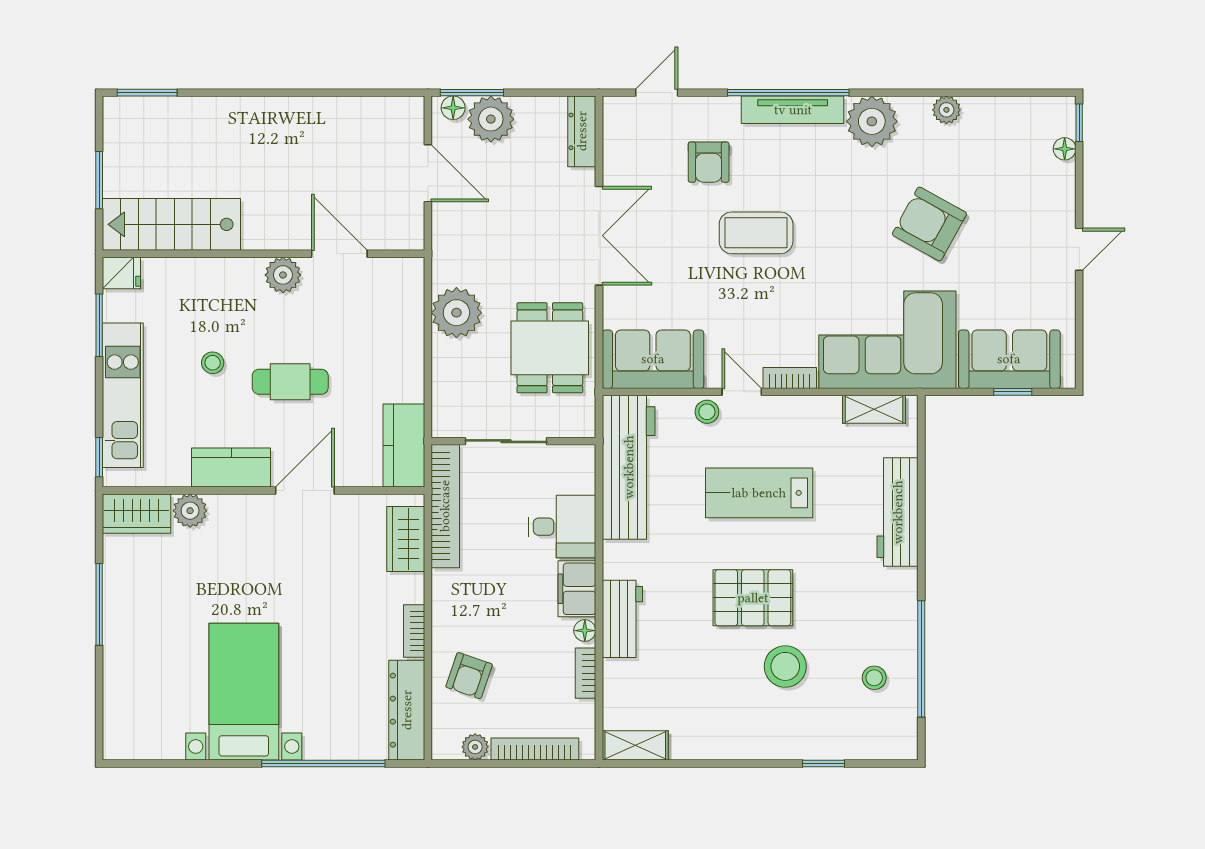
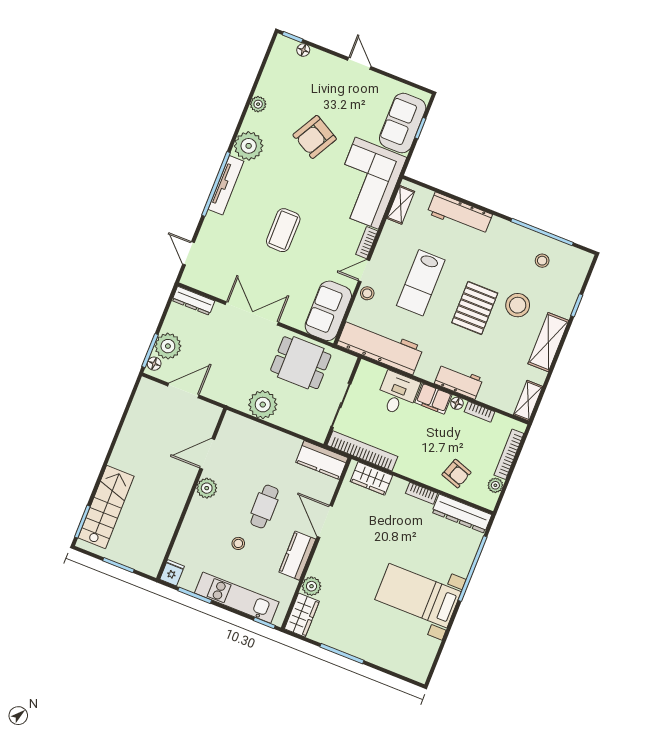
armchair: (709, 162) -> (236, 240), removed
stairs: (171, 224) -> (106, 507), moved, turned 180
shelving: (745, 741) -> (548, 342), added

